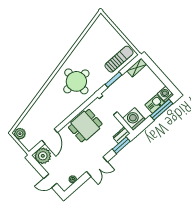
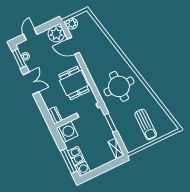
sun lounger: (119, 59) -> (146, 124), moved
plant: (20, 134) -> (72, 24), moved
window: (121, 145) -> (19, 59), moved
double door: (97, 167) -> (31, 83), swing flipped

